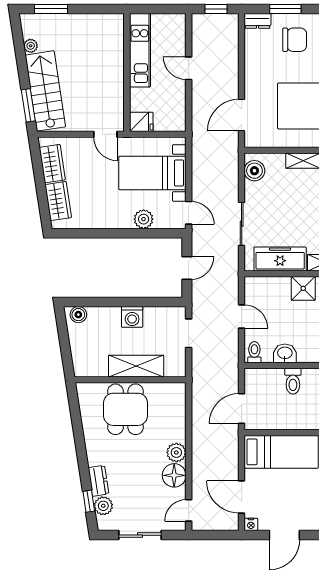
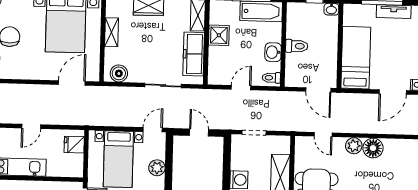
door: (242, 115) -> (72, 83), swing flipped
fridge: (141, 122) -> (74, 145), moved, turned -90
door: (189, 510) -> (323, 134), moved

